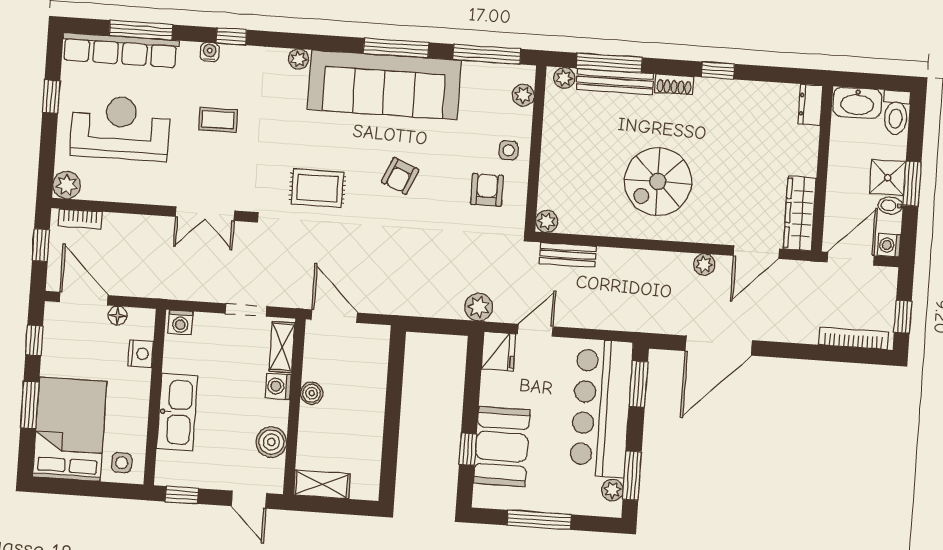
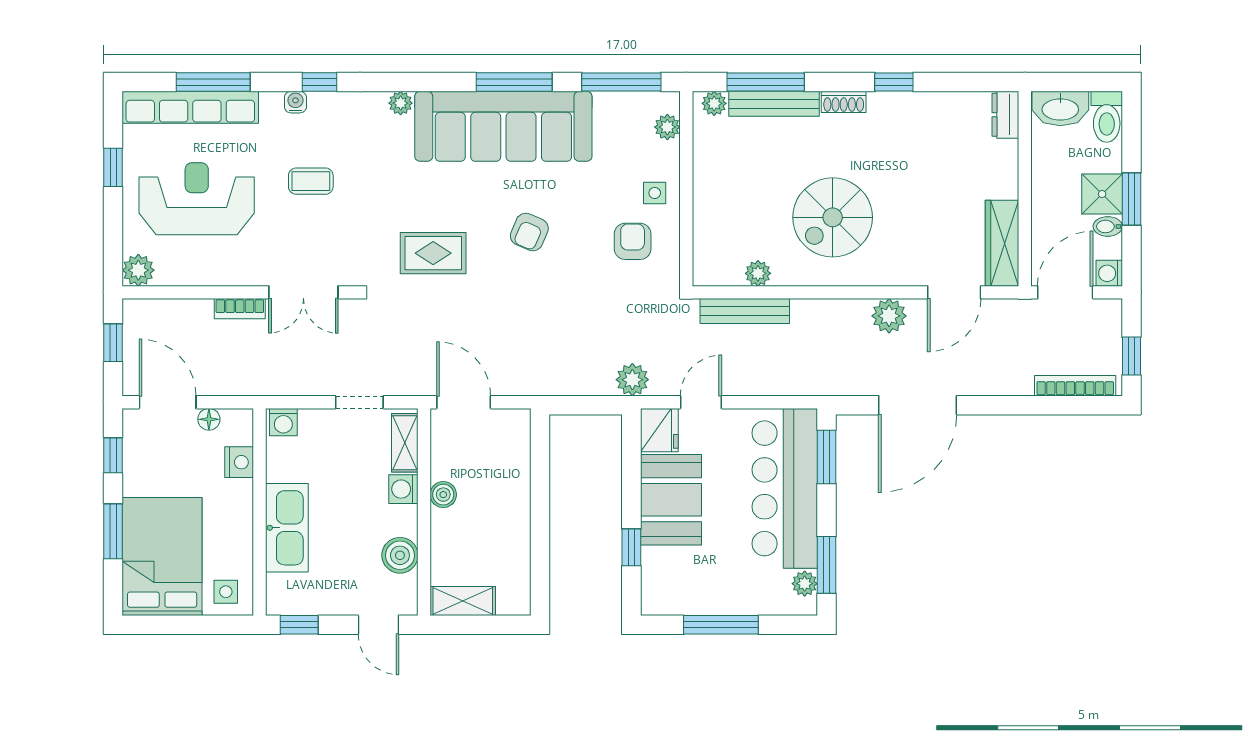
bookcase: (80, 219) -> (240, 309), moved
plant: (547, 221) -> (758, 273), moved
bench: (568, 255) -> (745, 311), width x1.36
plant: (704, 265) -> (889, 316), width x1.38, depth x1.38
booth: (502, 446) -> (671, 500), moved

